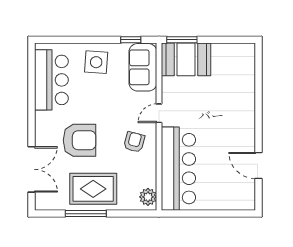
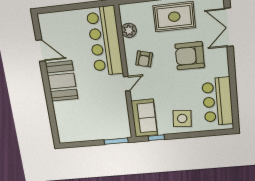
booth: (186, 59) -> (62, 81), moved, turned 90
plant: (148, 197) -> (129, 30), moved

